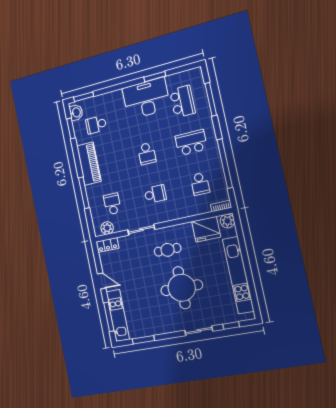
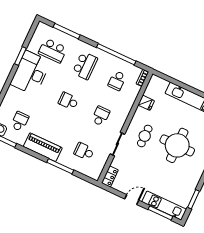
school desk: (182, 102) -> (53, 51), turned 180
school desk: (96, 125) -> (20, 121), turned 180
school desk: (191, 143) -> (85, 66), turned 180
school desk: (147, 154) -> (68, 101), turned 180
school desk: (200, 184) -> (117, 81), turned 90
plant: (227, 221) -> (155, 81), removed
plant: (107, 228) -> (98, 168), removed
fridge: (206, 229) -> (146, 103), width x0.53, depth x0.75

